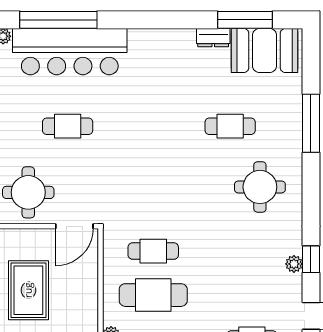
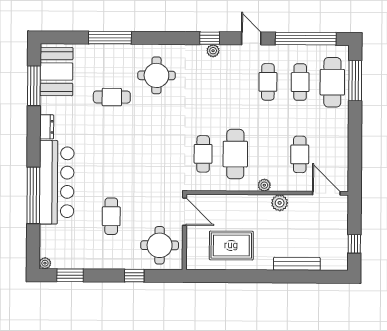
window: (58, 20) -> (33, 195), moved
dresser: (213, 38) -> (47, 127), moved
bar counter: (70, 52) -> (57, 182), moved
cafe table: (230, 126) -> (112, 97), turned 90

